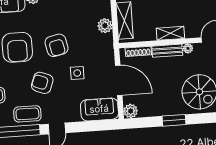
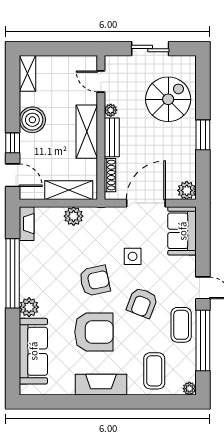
shelving: (170, 33) -> (87, 132), width x1.50, depth x1.33

